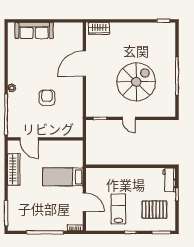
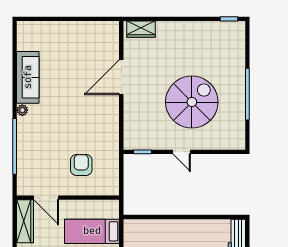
sofa: (34, 30) -> (28, 77), moved, turned -90
armchair: (47, 98) -> (81, 165), moved
door: (29, 139) -> (46, 198), moved
wall: (45, 139) -> (68, 198), moved

